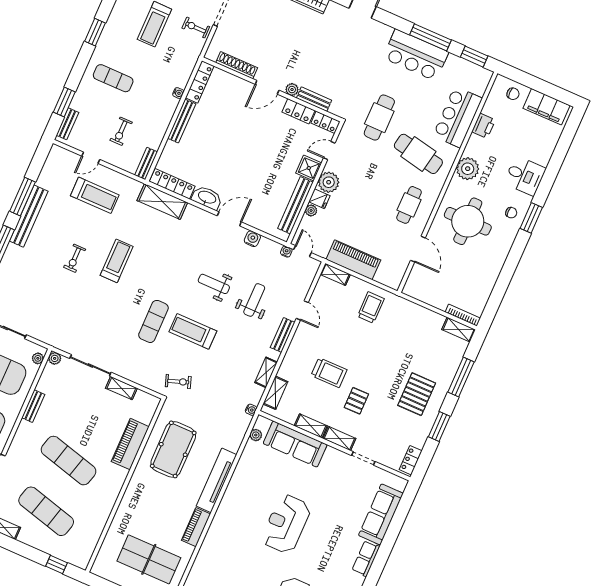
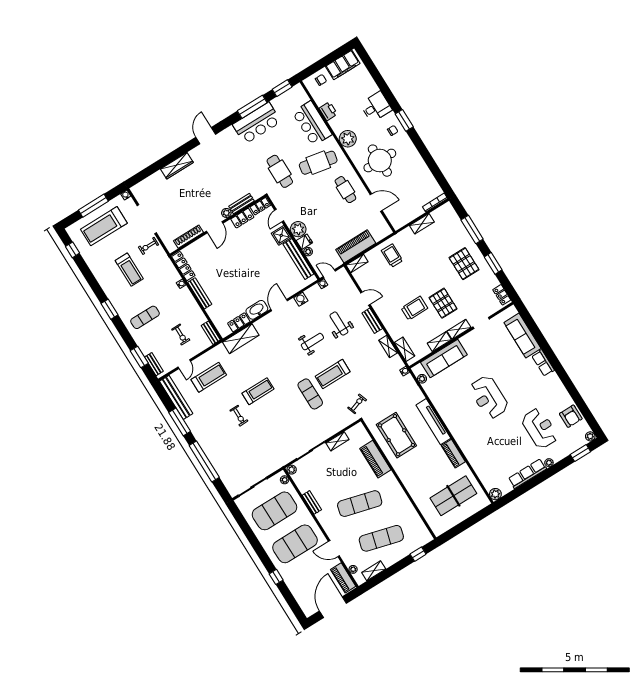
locker: (172, 184) -> (239, 322), width x0.66
bench: (29, 216) -> (176, 397), moved
treadmill: (117, 261) -> (258, 391), turned 90
weight bench: (214, 284) -> (312, 342), turned 180
shelving: (459, 330) -> (422, 224), moved
pallet: (356, 401) -> (443, 303), width x1.50, depth x1.42

